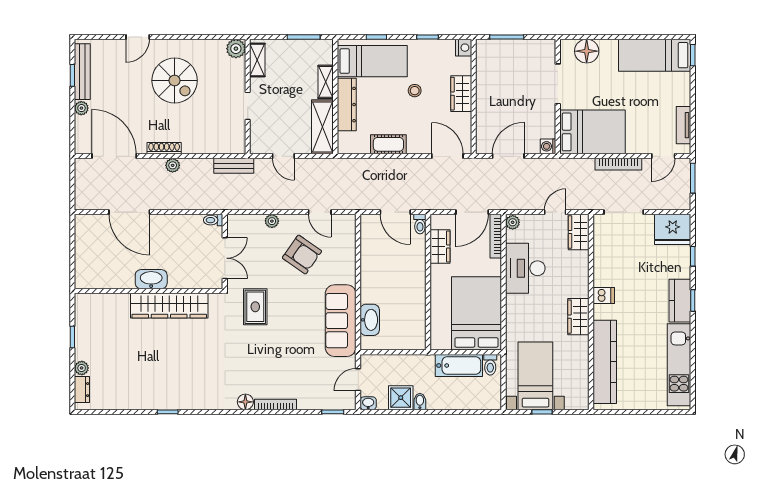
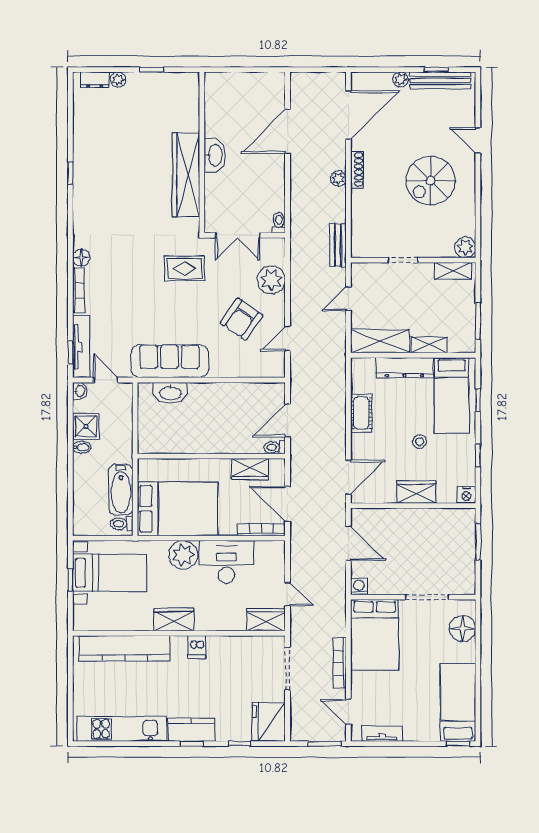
plant: (272, 221) -> (271, 280), width x1.88, depth x1.88
plant: (513, 222) -> (183, 555), moved, width x1.88, depth x1.88
tv unit: (327, 402) -> (81, 347), added

